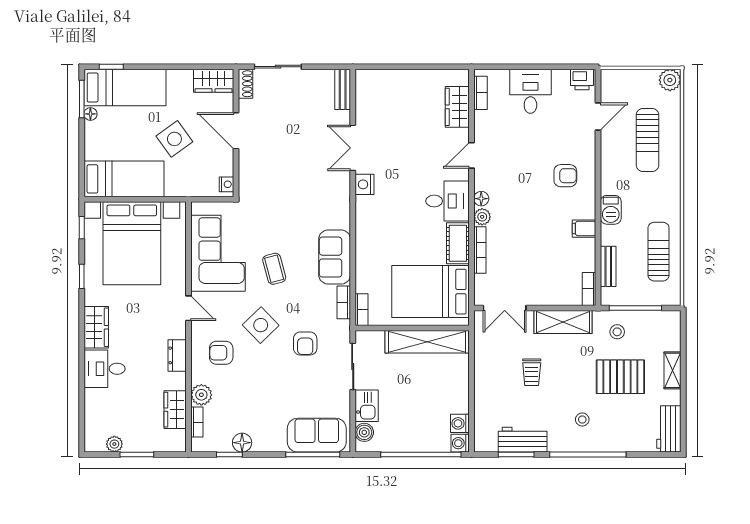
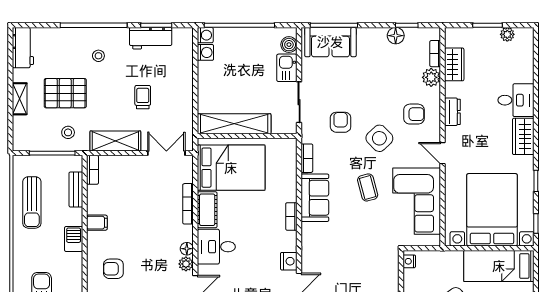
plant: (482, 217) -> (186, 264), moved
bookcase: (361, 310) -> (291, 216), moved

